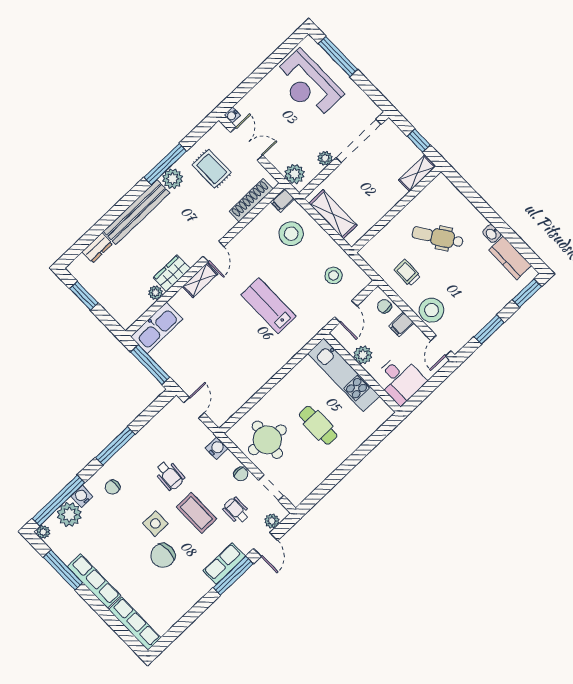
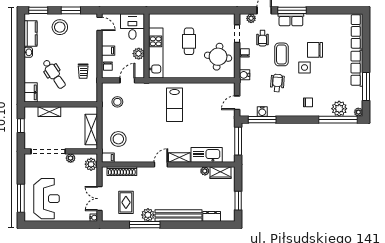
shelving: (417, 173) -> (49, 112), moved
filing cabinet: (444, 190) -> (31, 92), added
wardrobe: (172, 273) -> (220, 173), moved
lab bench: (268, 306) -> (175, 105), moved
stool: (432, 310) -> (60, 27), moved
kitchen sink: (157, 328) -> (207, 155), moved
door: (441, 346) -> (99, 24), hinge flipped
window: (115, 446) -> (262, 120), moved
water cooler: (82, 496) -> (262, 111), moved
chair: (163, 556) -> (315, 50), turned 180

